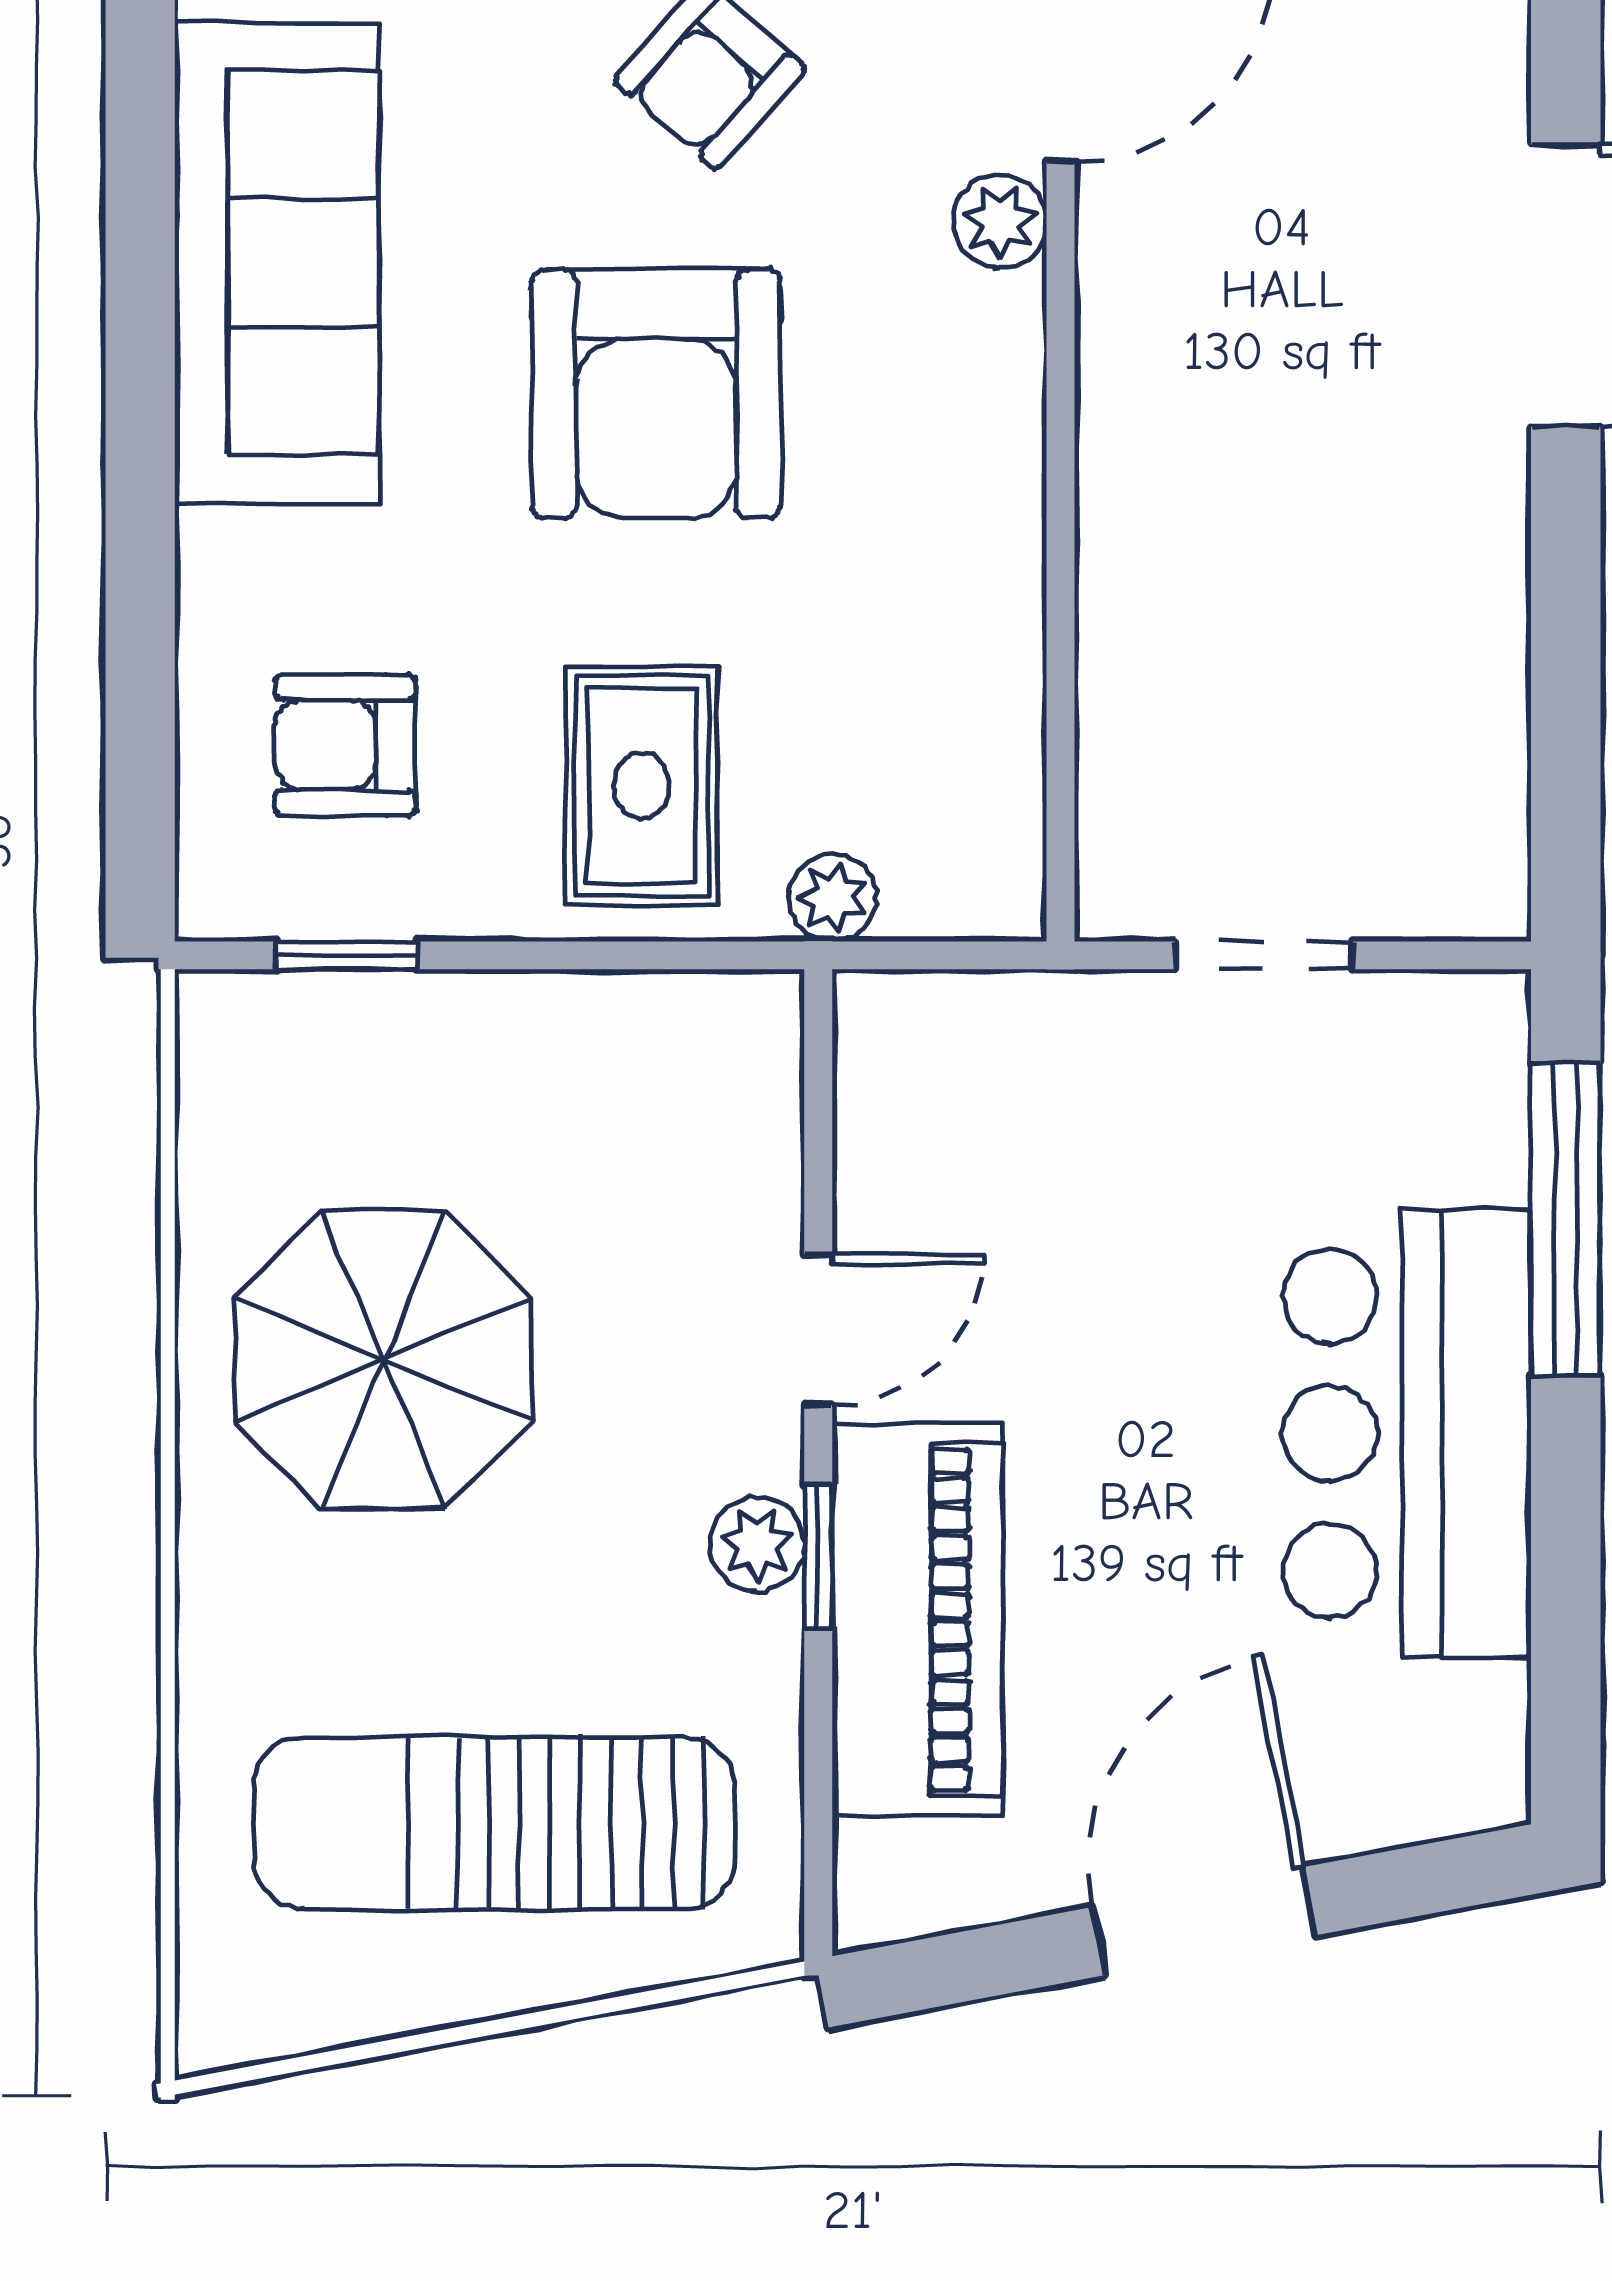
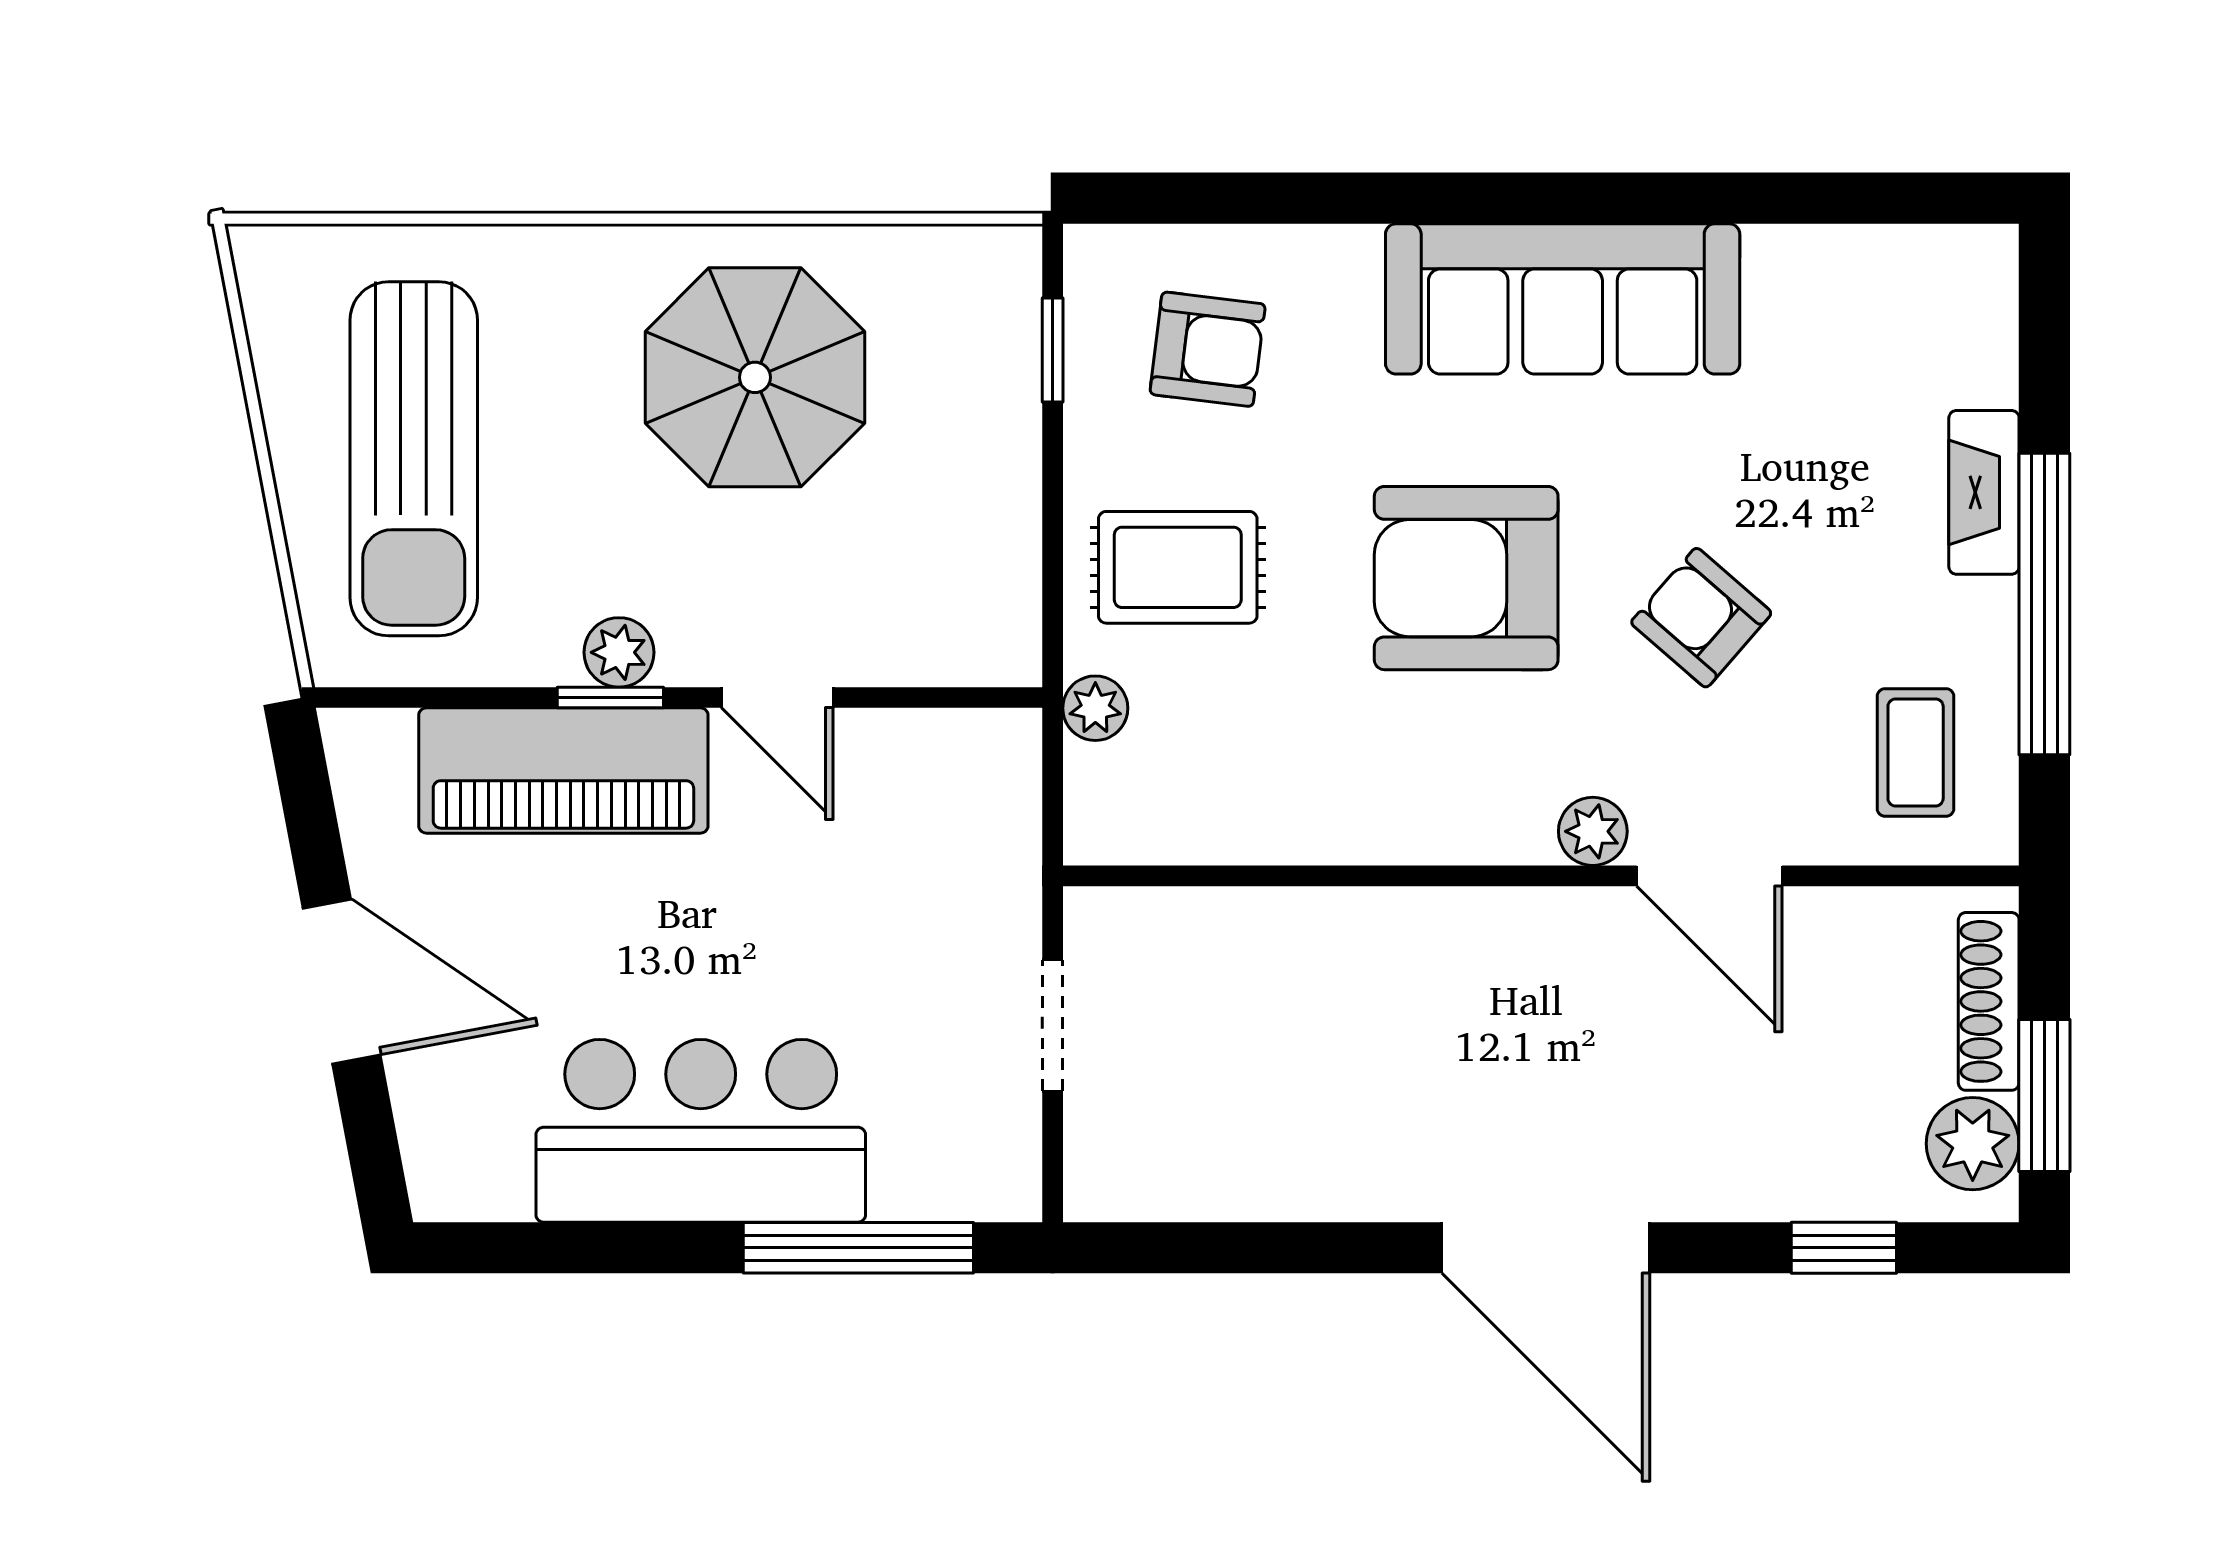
armchair: (345, 745) -> (1208, 349), turned 97
sun lounger: (494, 1823) -> (414, 459), turned 180

